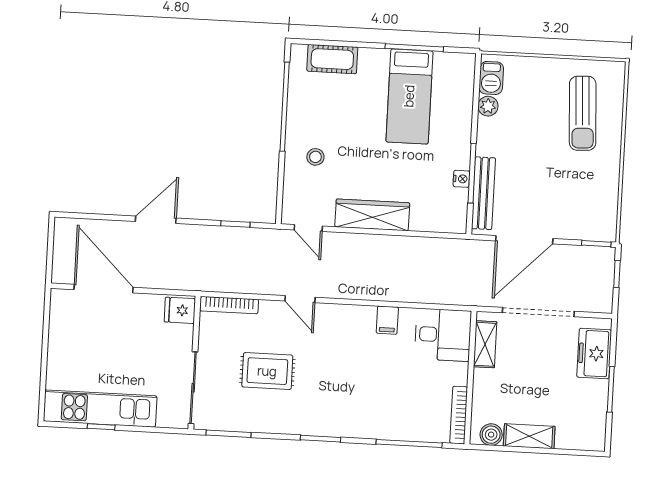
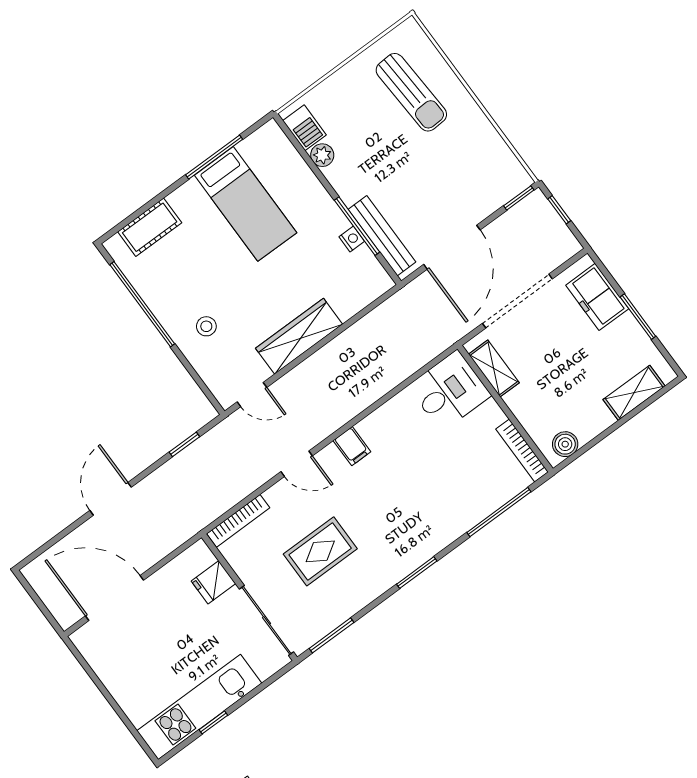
fridge: (180, 310) -> (213, 582), moved
filing cabinet: (387, 320) -> (352, 446), moved
shelving: (529, 436) -> (634, 393), moved

